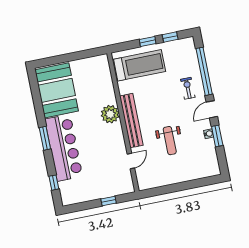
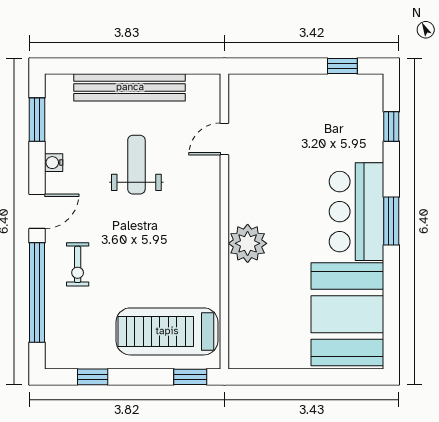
window: (148, 42) -> (190, 377), moved
bench: (131, 121) -> (130, 87), moved, turned 90
window: (217, 136) -> (37, 120), moved
bar counter: (64, 148) -> (356, 212), width x0.73
window: (109, 201) -> (342, 66), moved

